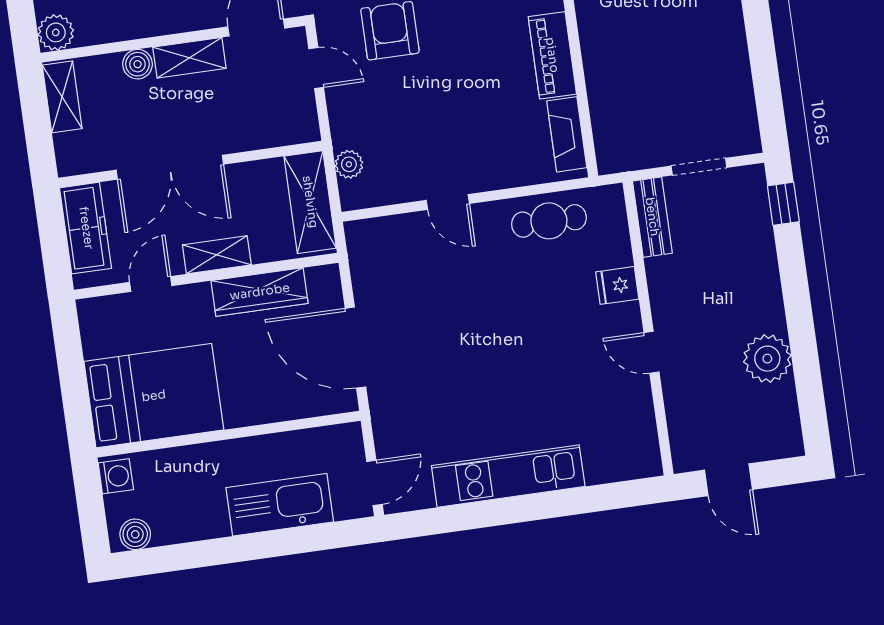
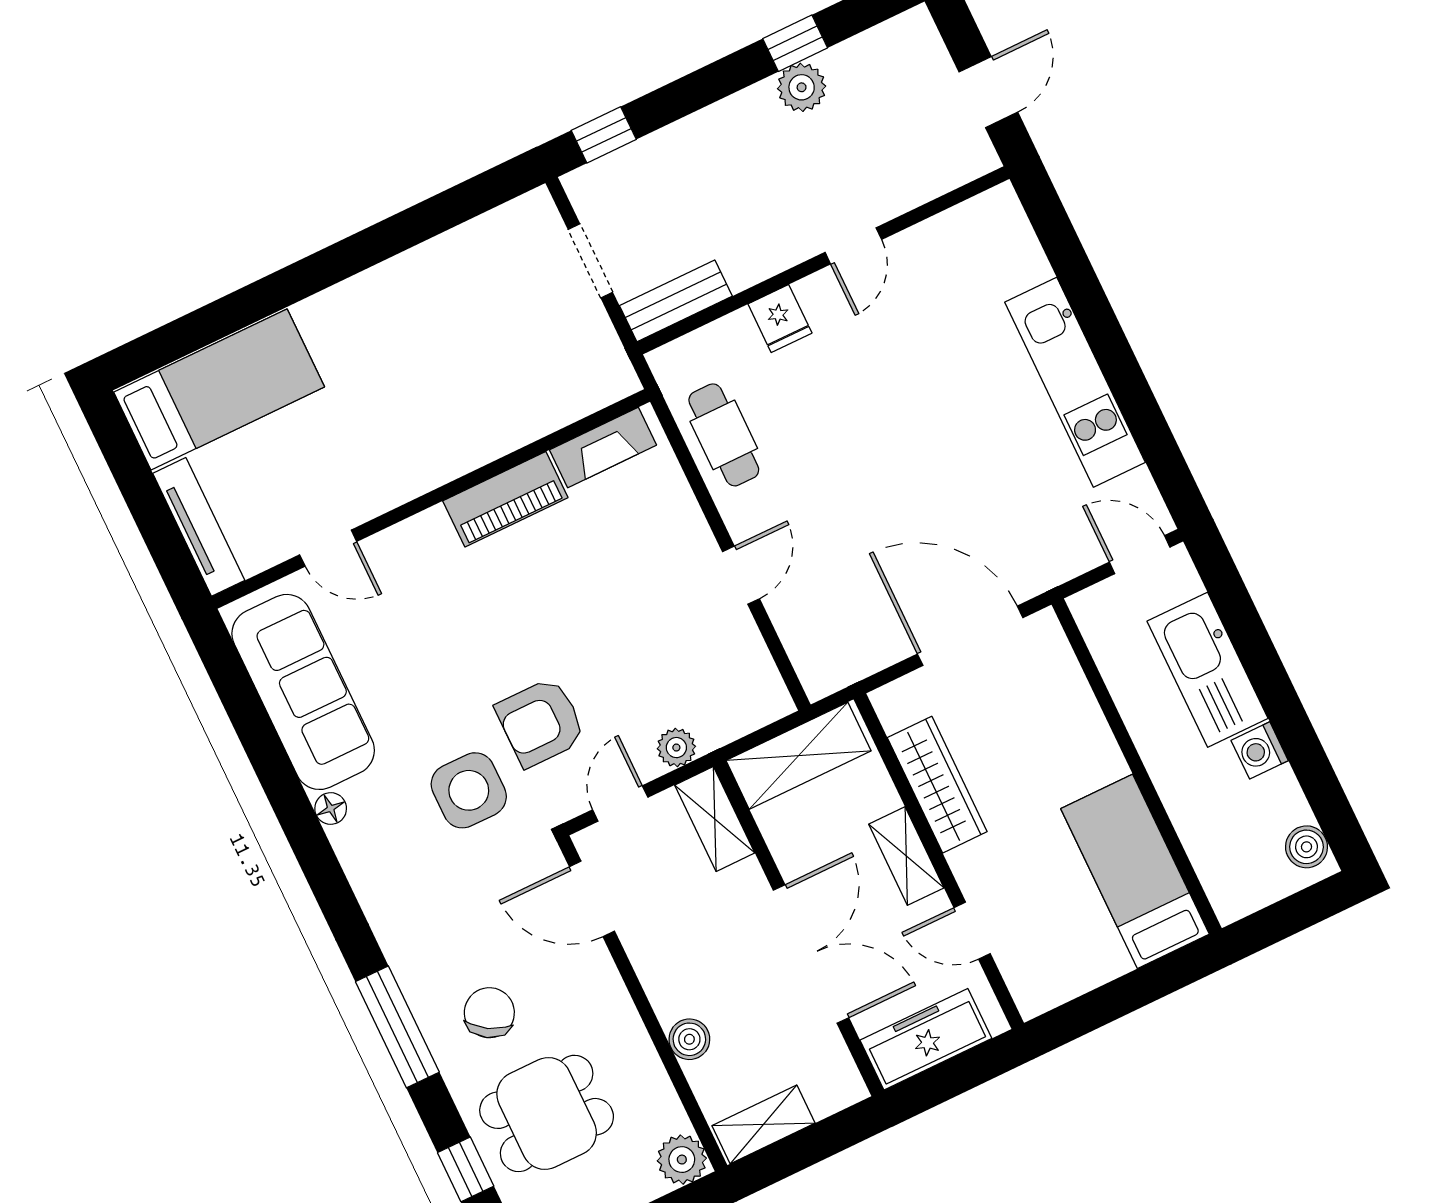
shelving: (189, 58) -> (715, 819), moved
plant: (349, 164) -> (676, 748), moved
door: (355, 348) -> (970, 636), swing flipped
window: (805, 356) -> (795, 43), added
plant: (767, 359) -> (802, 87), width x0.73, depth x0.73
bed: (154, 396) -> (1135, 871), width x0.67
washing machine: (116, 476) -> (1260, 750), moved, turned -90

